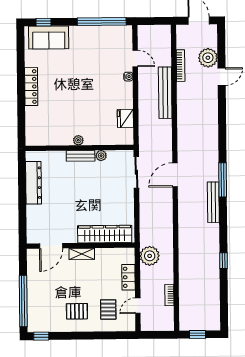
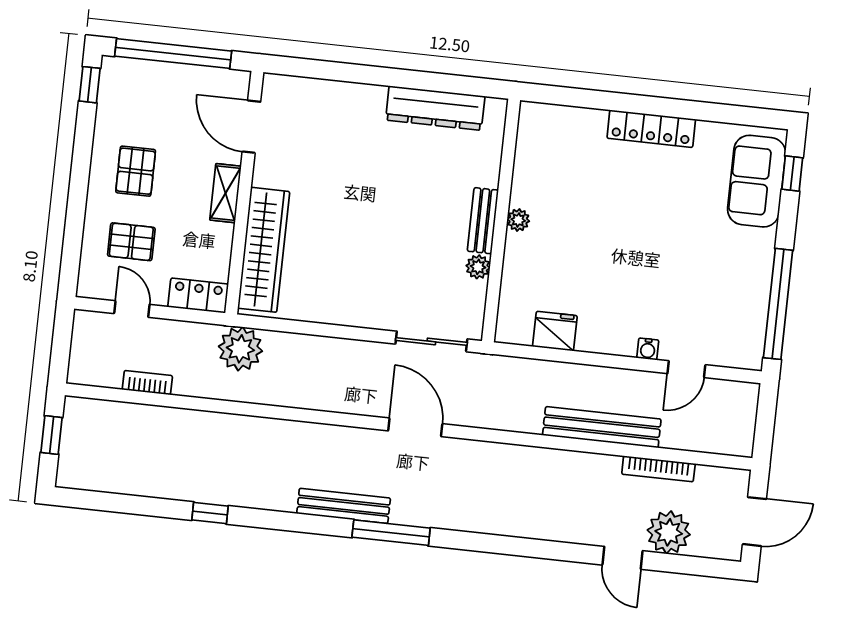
wardrobe: (105, 234) -> (264, 250), moved
door: (51, 246) -> (251, 127), moved
wall: (81, 246) -> (244, 193), moved
shelving: (82, 254) -> (225, 193), moved

